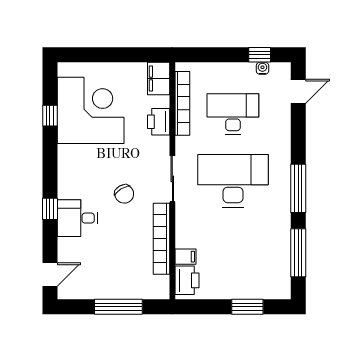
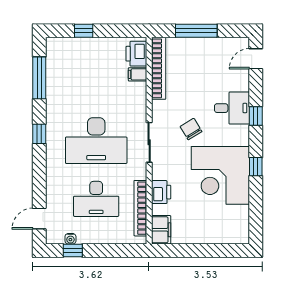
corner desk: (91, 110) -> (220, 175), moved
window: (50, 116) -> (256, 167), moved
window: (298, 188) -> (39, 134), width x0.46
bookcase: (161, 239) -> (159, 68), moved
window: (247, 307) -> (84, 31), width x0.67

